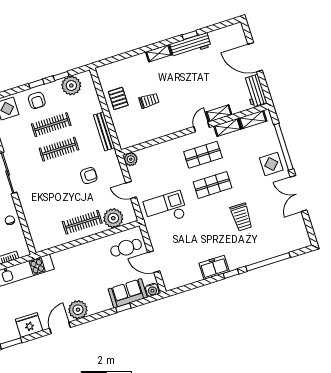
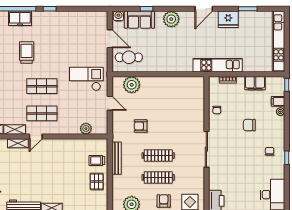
trolley: (149, 101) -> (97, 160), moved
plant: (131, 159) -> (86, 129), moved
checkout: (166, 209) -> (86, 79), turned 180
clothes rail: (82, 222) -> (158, 90), removed
freezer: (214, 267) -> (20, 18), moved
plant: (78, 310) -> (171, 19), moved

